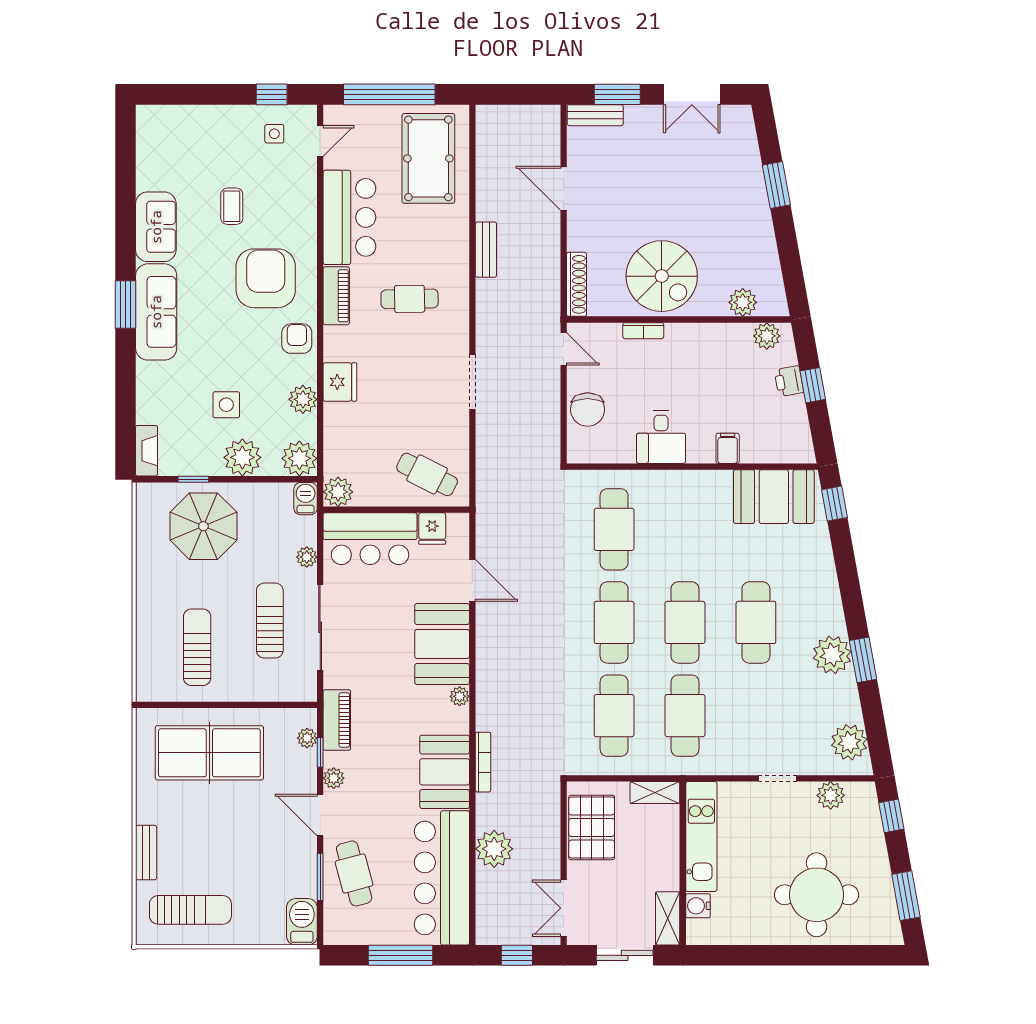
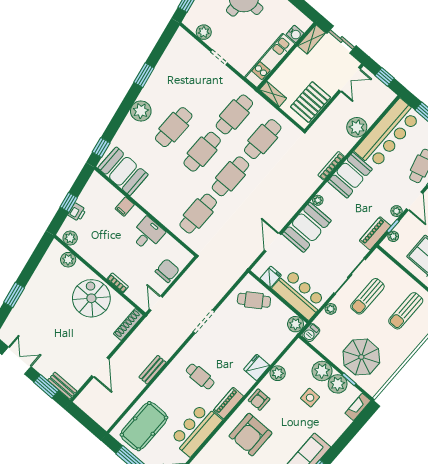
plant: (299, 458) -> (338, 384), moved
cafe table: (427, 474) -> (254, 300), turned -61
plant: (832, 655) -> (141, 111), moved
plant: (849, 742) -> (178, 47), removed

